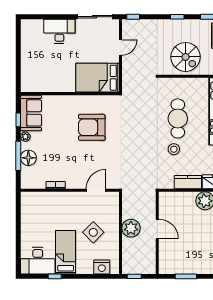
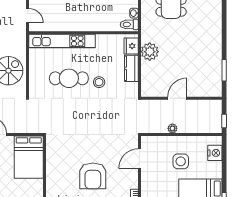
armchair: (92, 127) -> (93, 176), moved
door: (96, 190) -> (139, 159), hinge flipped
plant: (131, 228) -> (172, 128), width x0.53, depth x0.53
side table: (93, 232) -> (181, 161), turned 45

